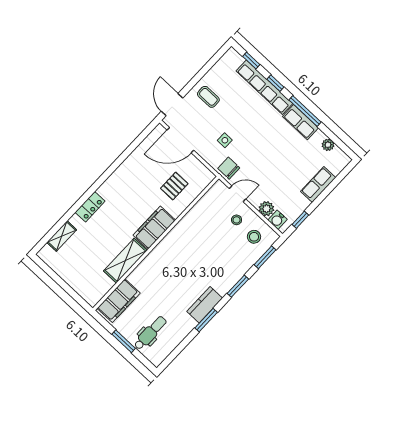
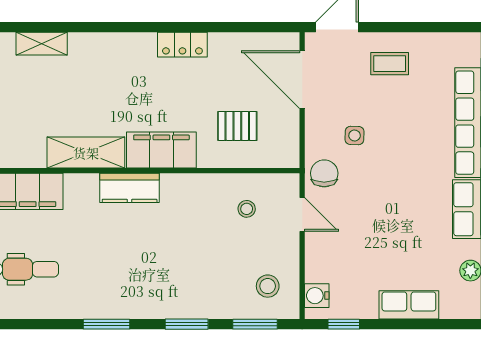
coffee table: (208, 97) -> (390, 64), turned 90
locker: (90, 207) -> (182, 45), moved
plant: (266, 209) -> (318, 269), removed
stool: (237, 220) -> (247, 209), moved
kitchen counter: (205, 305) -> (130, 188), moved, turned 180

